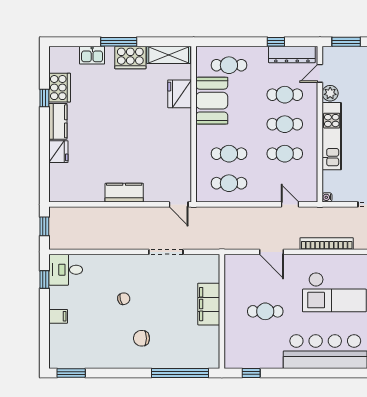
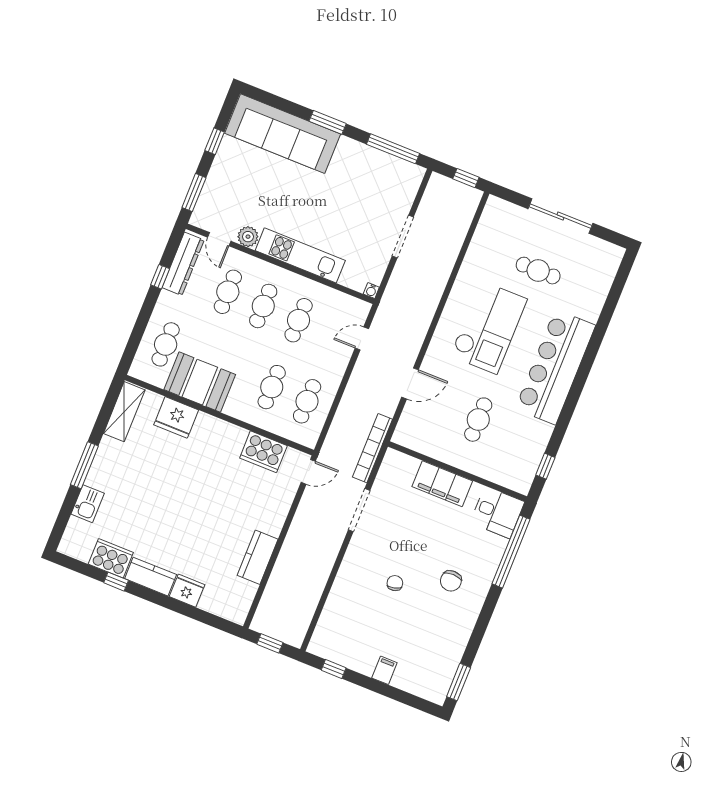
cooker: (130, 58) -> (263, 452), moved, turned 90
kitchen counter: (124, 193) -> (258, 557), moved
bookcase: (327, 244) -> (372, 448), moved
desk: (66, 270) -> (497, 512), moved, turned -90

